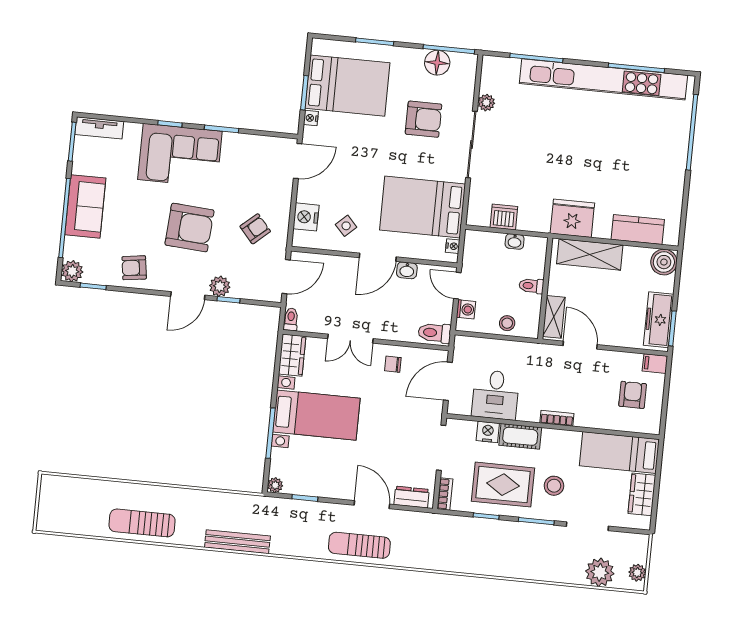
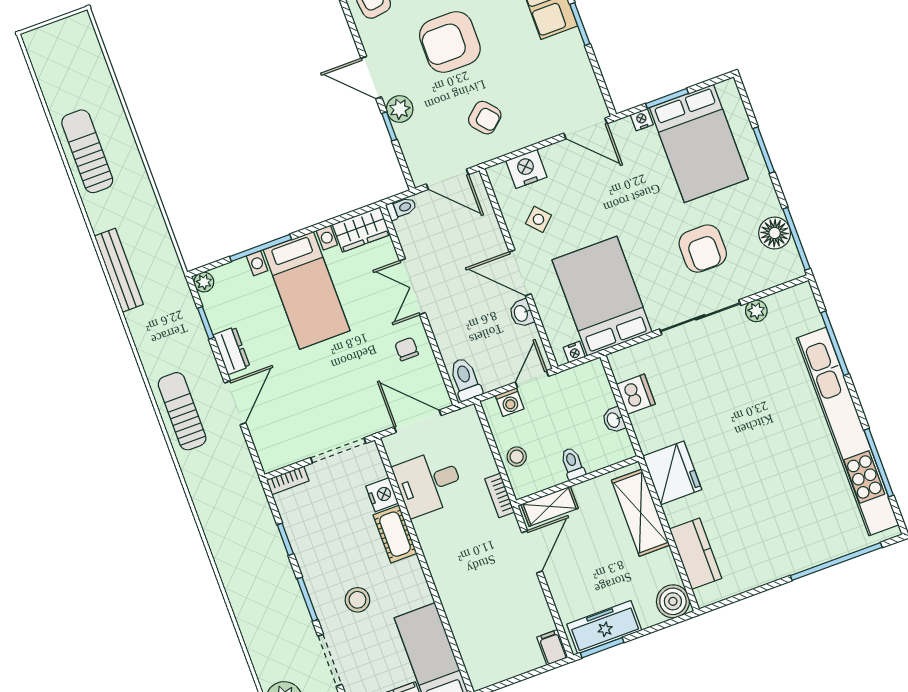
armchair: (189, 228) -> (450, 42), turned 86
armchair: (633, 395) -> (504, 639), removed
bookcase: (557, 418) -> (500, 495), moved, turned 180
rug: (503, 485) -> (331, 541), removed
dresser: (412, 497) -> (231, 351), moved

